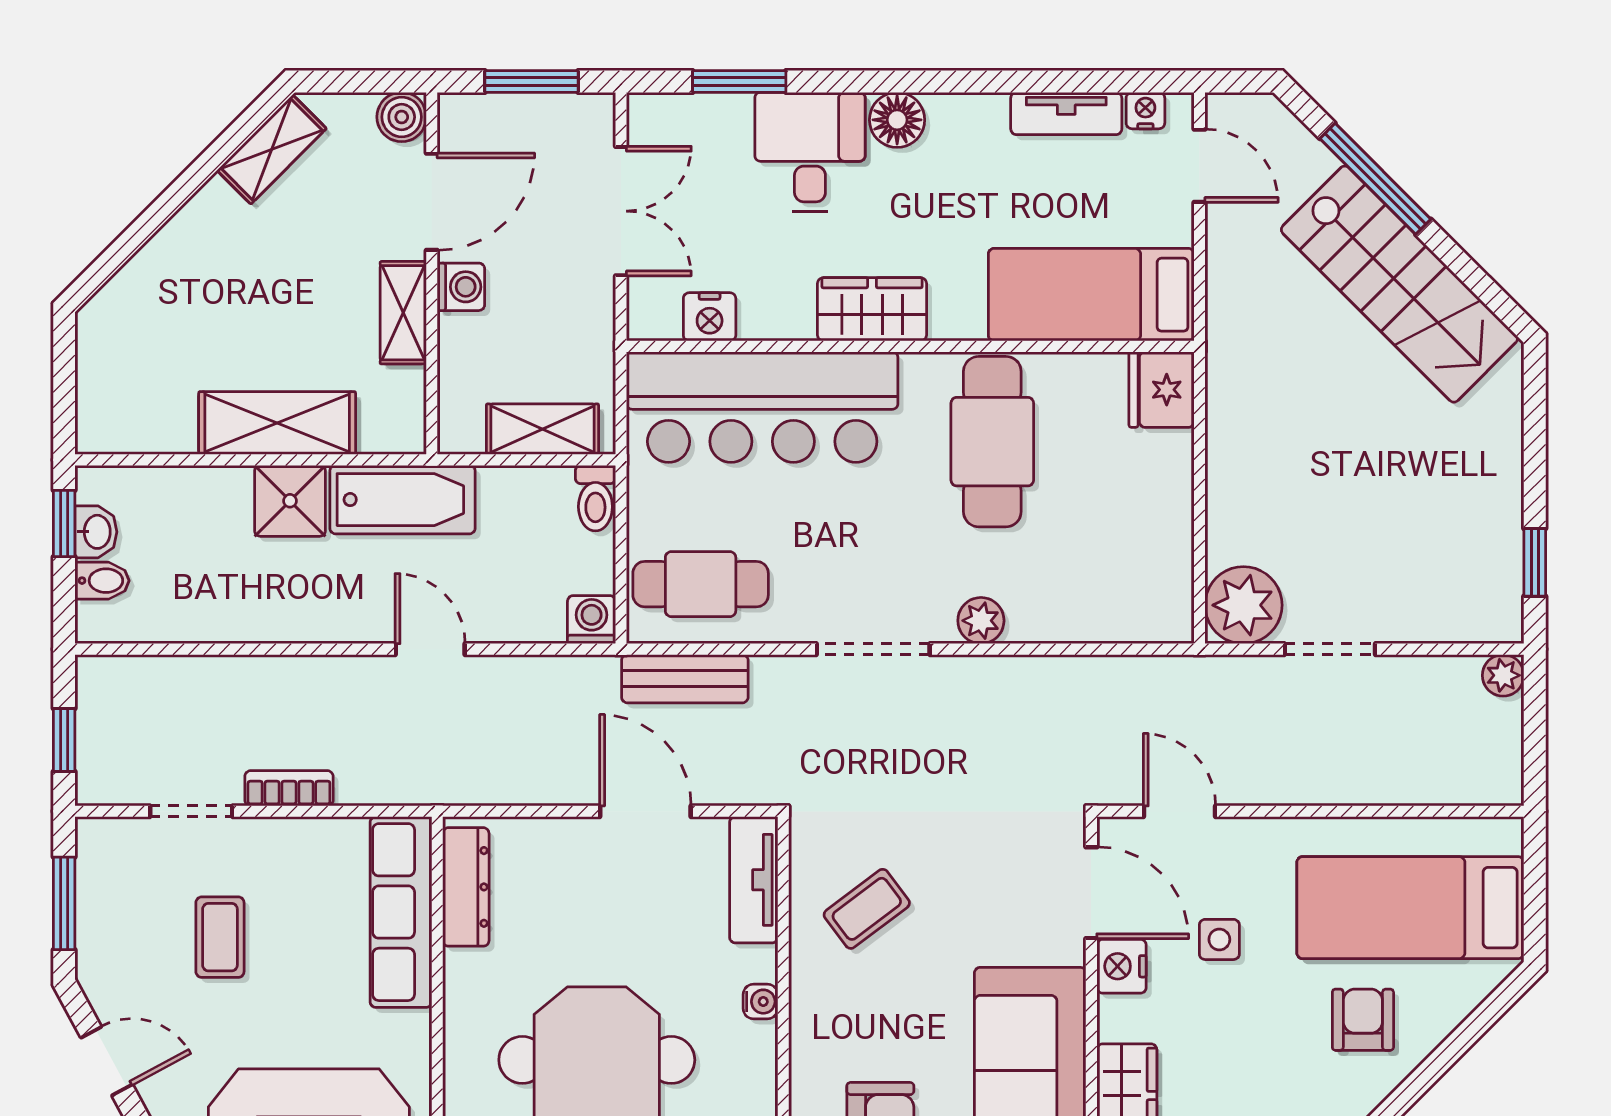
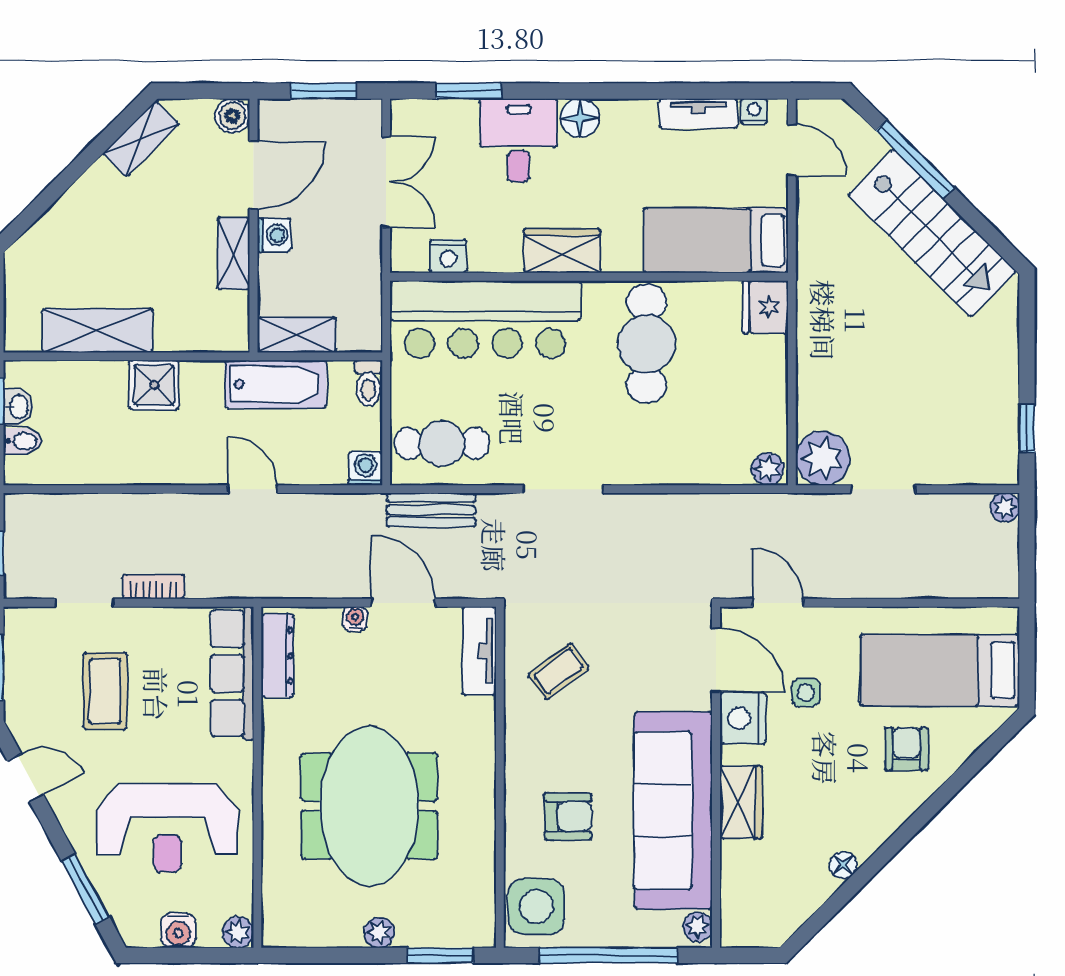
shelving: (277, 423) -> (97, 331), moved
shelving: (542, 429) -> (297, 335), moved
bathtub: (402, 500) -> (276, 384), moved
plant: (981, 621) -> (768, 469), moved
coffee table: (220, 937) -> (105, 691), width x1.36, depth x1.30
nightstand: (1122, 966) -> (743, 718), width x1.36, depth x1.33
water cooler: (760, 1002) -> (355, 619), moved, turned -90

